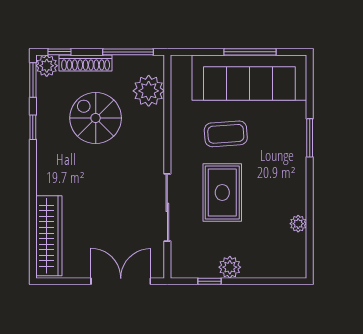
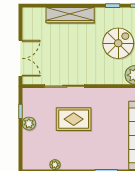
coffee table: (226, 134) -> (109, 121), removed
wardrobe: (49, 236) -> (70, 15), moved

